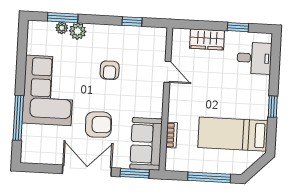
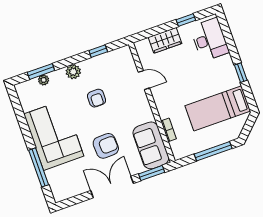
plant: (78, 31) -> (73, 72), moved
desk: (254, 58) -> (210, 40), width x1.37

